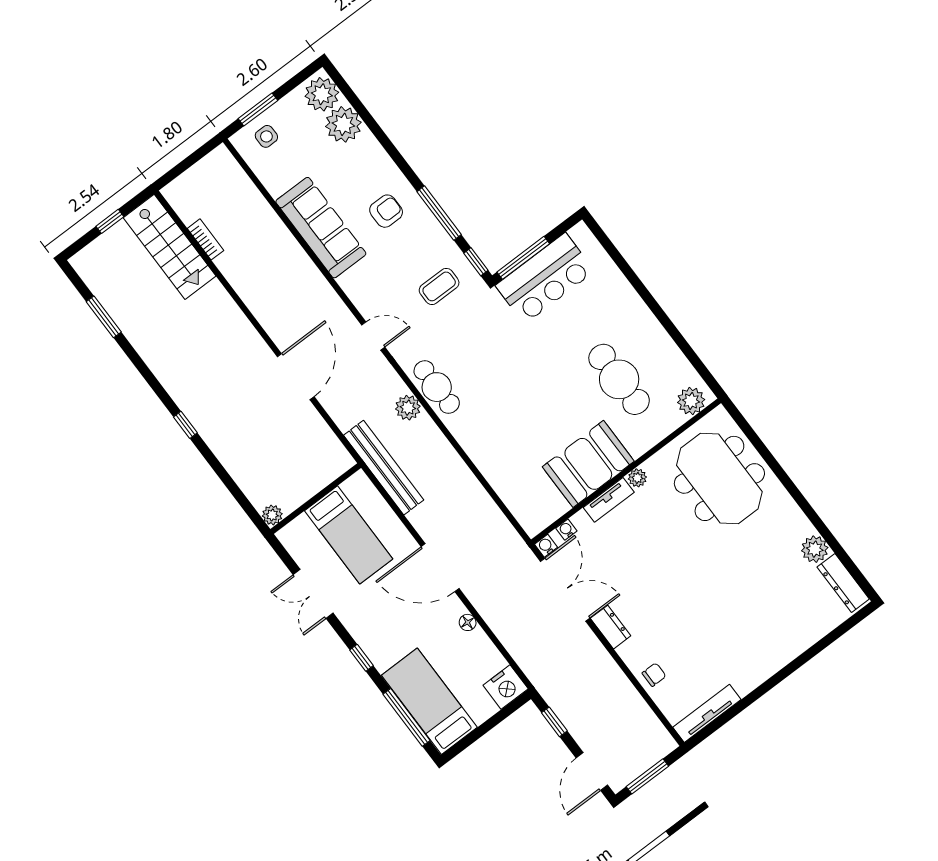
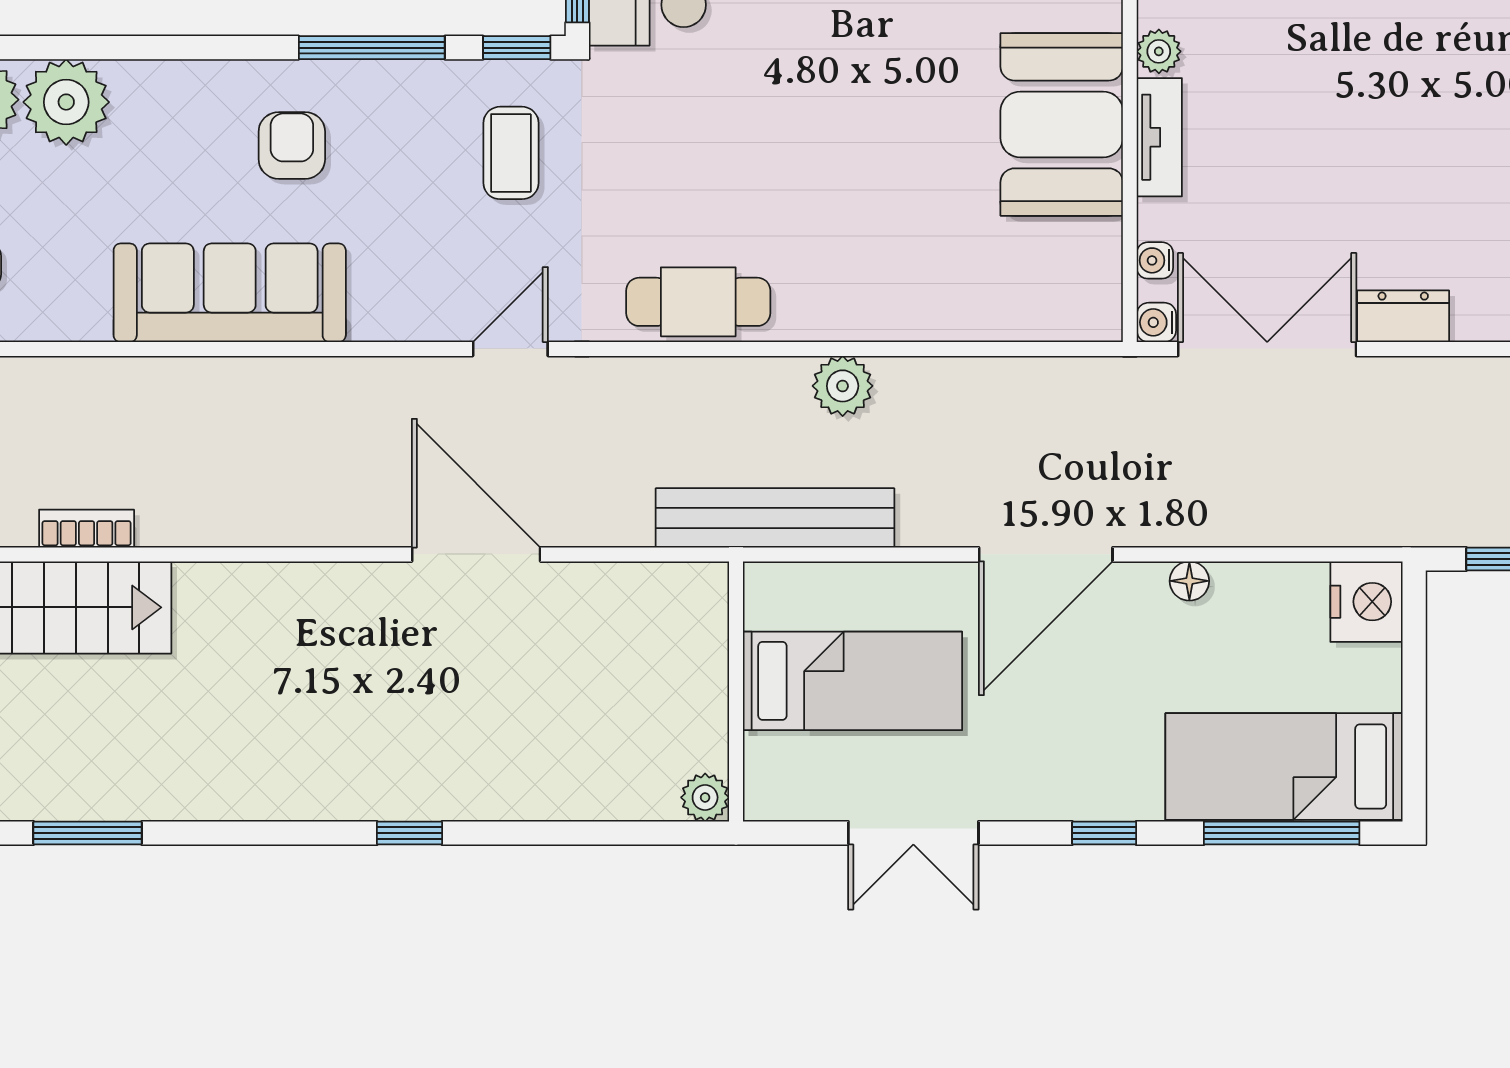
plant: (408, 408) -> (843, 386), moved

